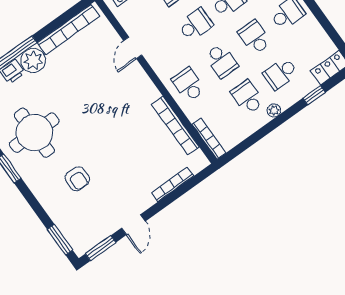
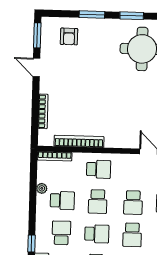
school desk: (221, 61) -> (98, 202), turned -90
plant: (274, 110) -> (42, 188), moved
armchair: (77, 179) -> (69, 36), moved, turned -90
window: (60, 240) -> (92, 15), moved

